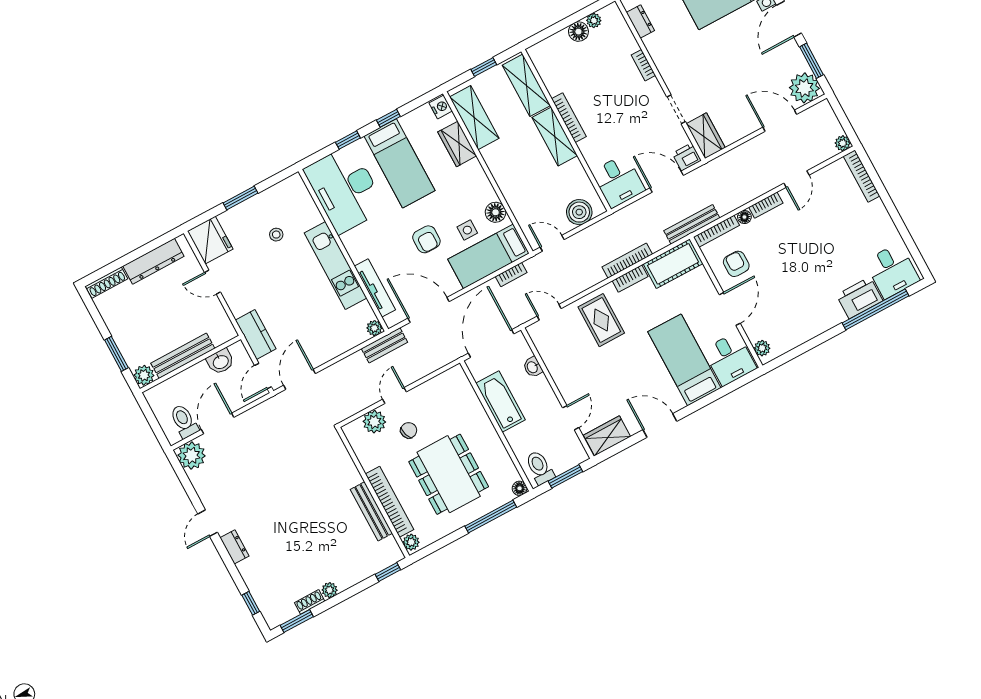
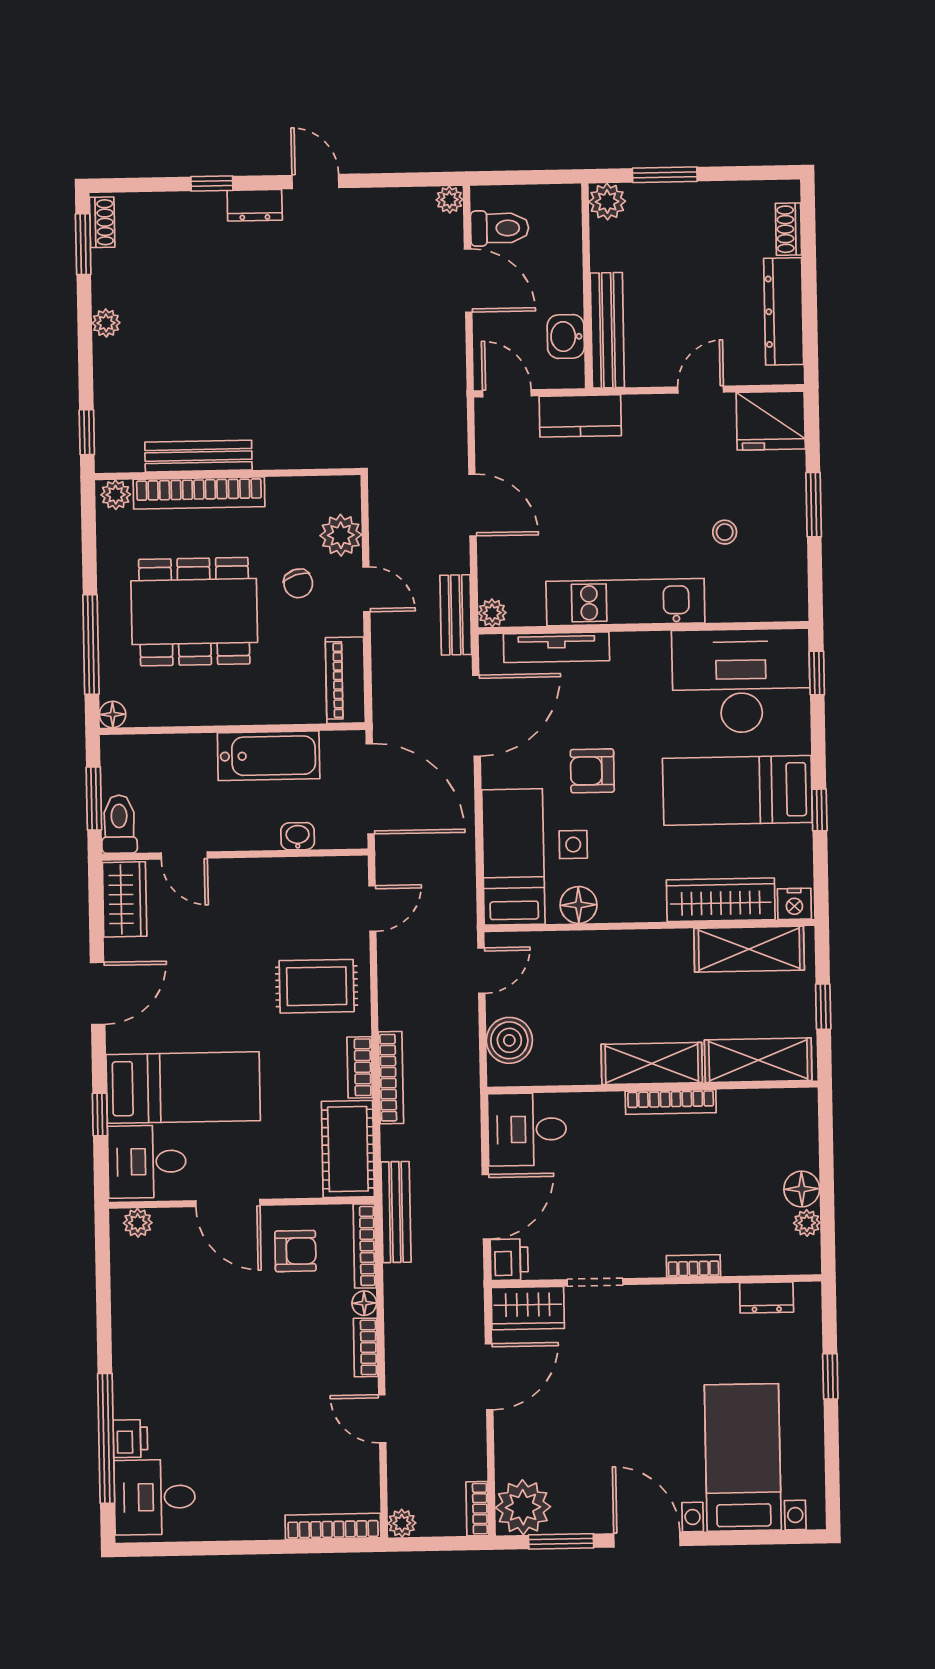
door: (780, 121) -> (489, 1377), moved
window: (348, 140) -> (817, 673), moved
wardrobe: (457, 144) -> (721, 900), width x1.50
bookcase: (511, 274) -> (477, 1509), moved
shoe rack: (106, 282) -> (788, 229), width x0.70
printer: (860, 298) -> (130, 1439), width x0.53, depth x0.68
bench: (183, 356) -> (607, 330), moved
door: (299, 379) -> (472, 505), moved
piano: (444, 383) -> (345, 680), added
window: (719, 394) -> (100, 1115), added
plant: (192, 456) -> (449, 200), width x0.53, depth x0.53
toilet: (540, 468) -> (119, 824), moved, turned -90
shoe rack: (310, 602) -> (102, 222), moved
window: (251, 603) -> (212, 183), moved

